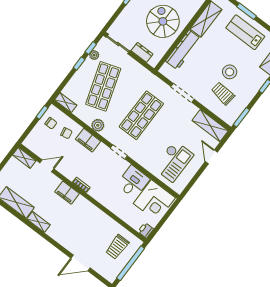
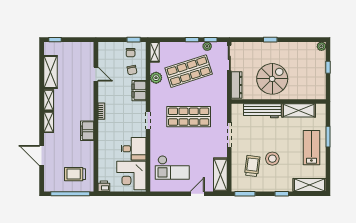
dresser: (142, 52) -> (237, 85), width x1.44
plant: (98, 125) -> (156, 78), moved
shelving: (24, 158) -> (49, 122), moved
filing cabinet: (67, 193) -> (87, 131), moved

